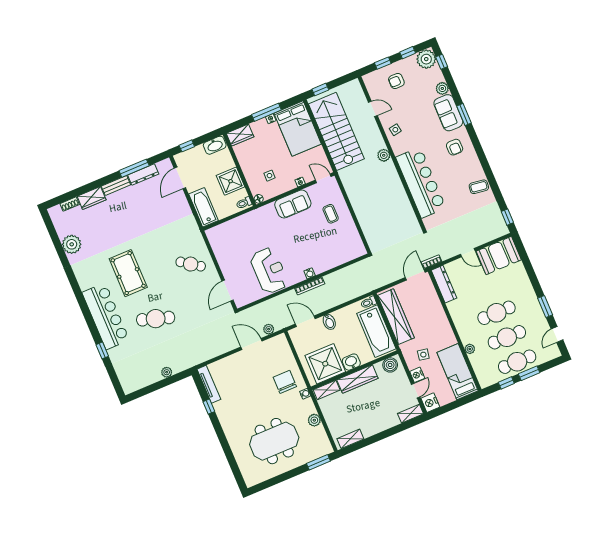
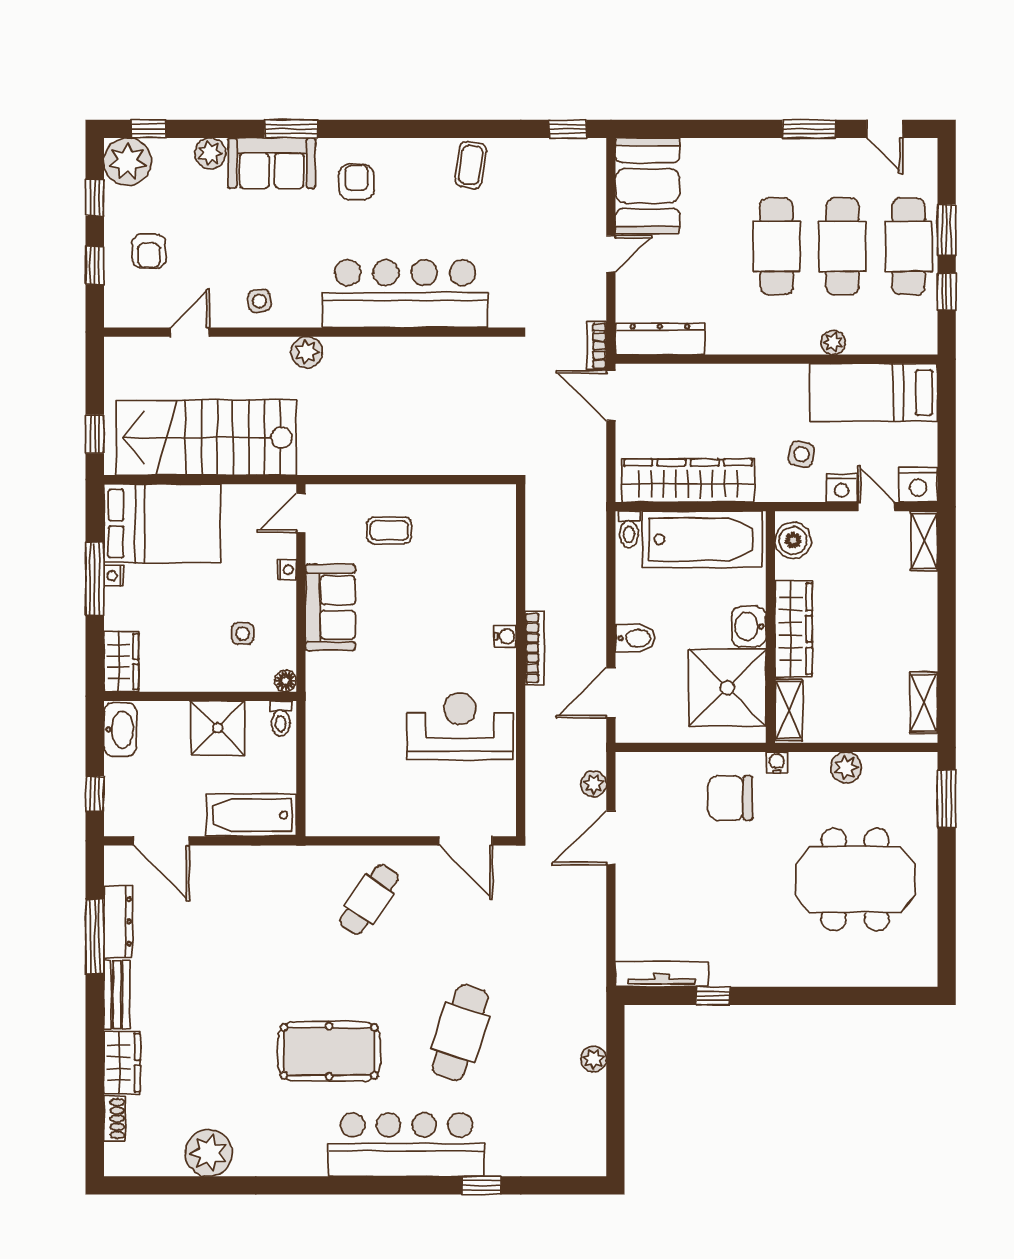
armchair: (455, 147) -> (357, 182), turned -90
meeting table: (274, 441) -> (855, 879), turned 90

